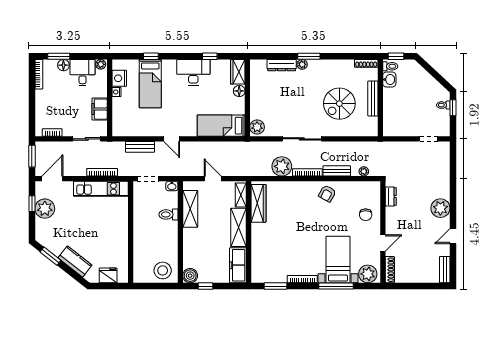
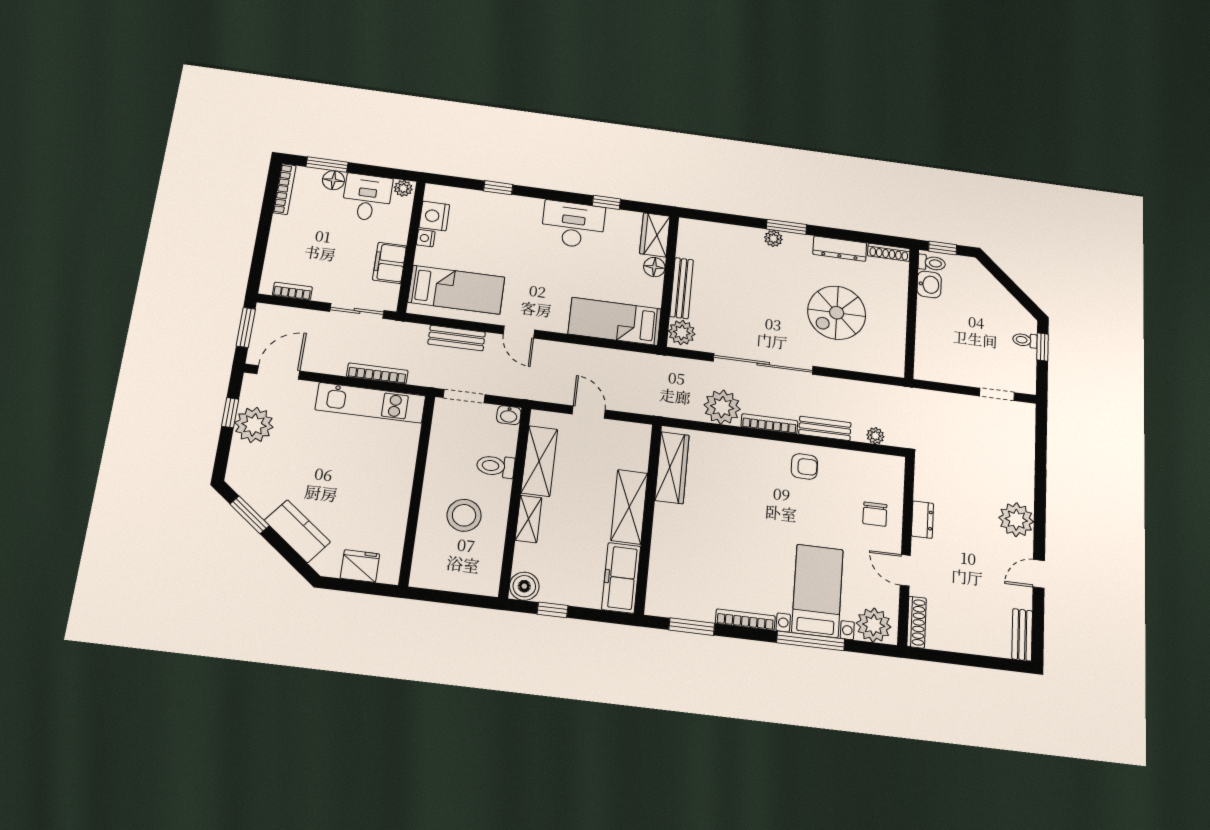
dresser: (282, 65) -> (840, 249), moved
bed: (150, 84) -> (456, 290), moved, turned -90
bench: (373, 98) -> (682, 288), moved
sliding door: (302, 139) -> (763, 364), width x1.36
armchair: (327, 194) -> (804, 466), turned -120
shelving: (241, 195) -> (529, 519), moved
dresser: (391, 196) -> (922, 520), moved
door: (383, 243) -> (905, 570), swing flipped
stool: (163, 270) -> (464, 515), moved

